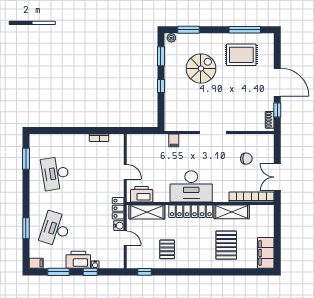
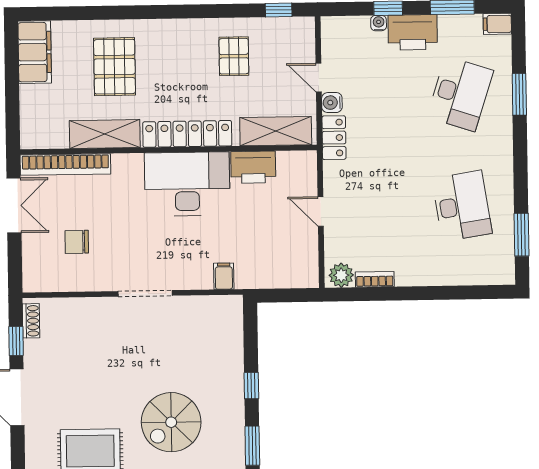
plant: (116, 140) -> (341, 275), added
printer: (142, 194) -> (253, 167), moved

